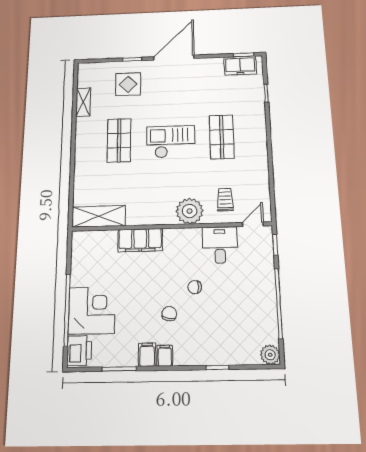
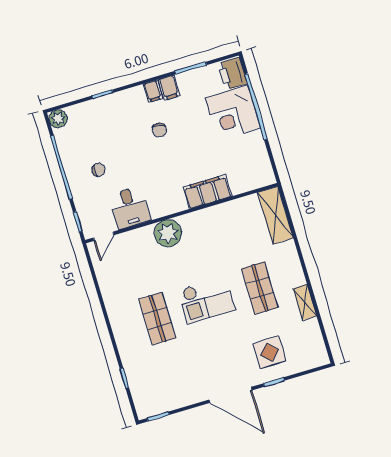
door: (174, 58) -> (231, 395), hinge flipped
freezer: (240, 65) -> (159, 403), removed
shelving: (83, 102) -> (305, 302), moved
trolley: (225, 200) -> (137, 254), removed
shelving: (99, 216) -> (275, 215), moved, turned 90
chair: (195, 287) -> (99, 170), moved

